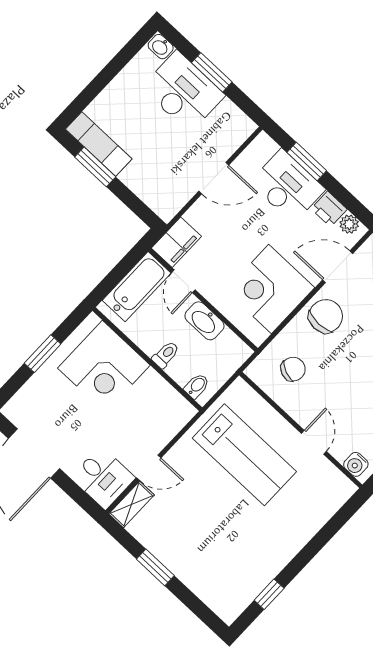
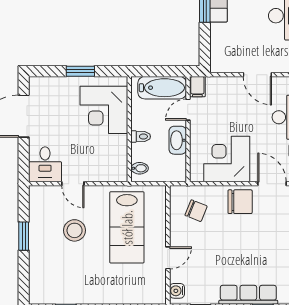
filing cabinet: (176, 242) -> (197, 87), width x0.50
shelving: (132, 504) -> (45, 193), removed
stool: (198, 511) -> (75, 230), added

